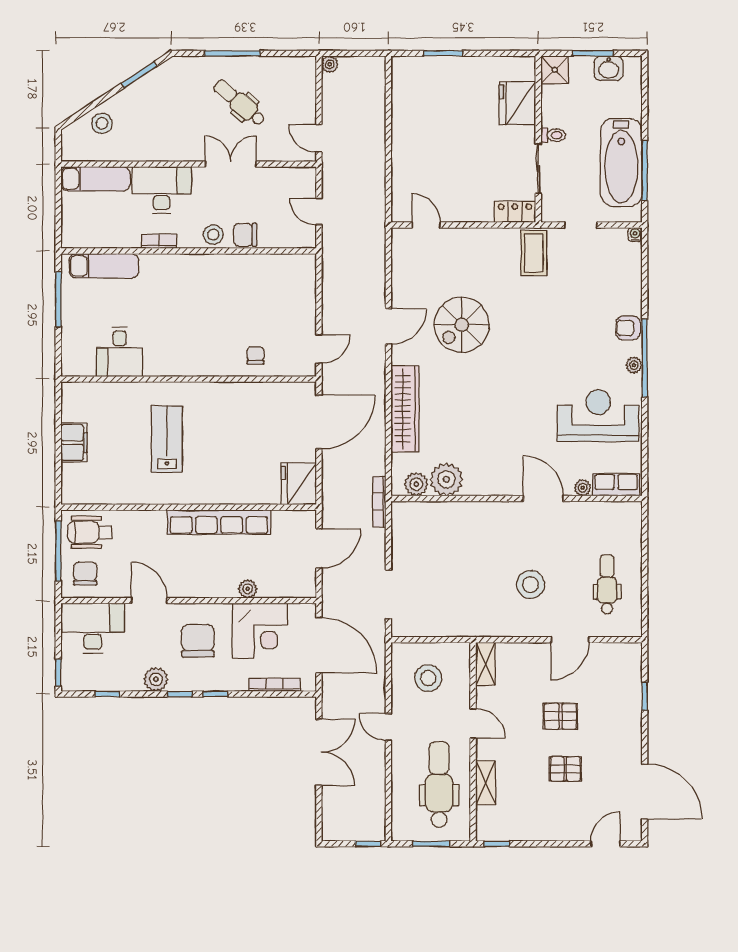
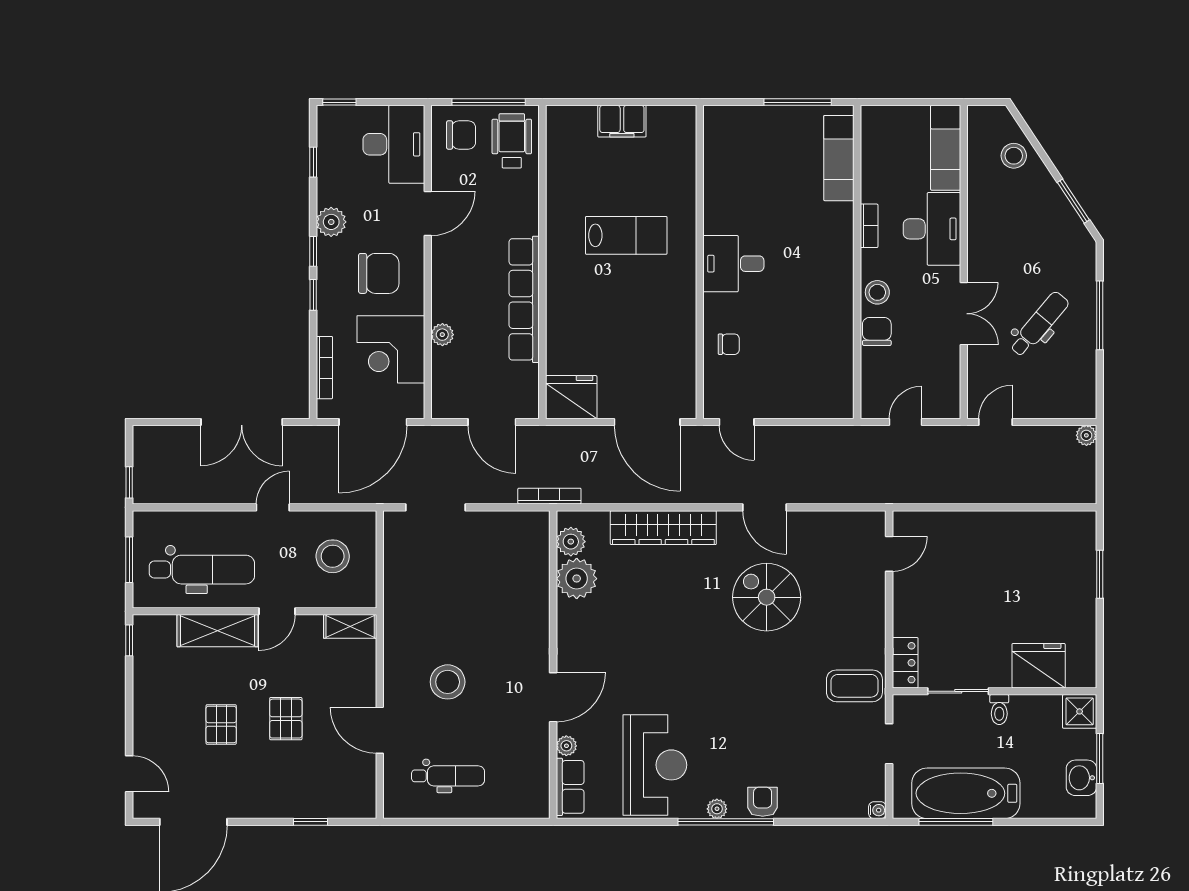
desk: (120, 352) -> (733, 264), moved
shelving: (486, 783) -> (217, 631), width x1.50, depth x1.33

